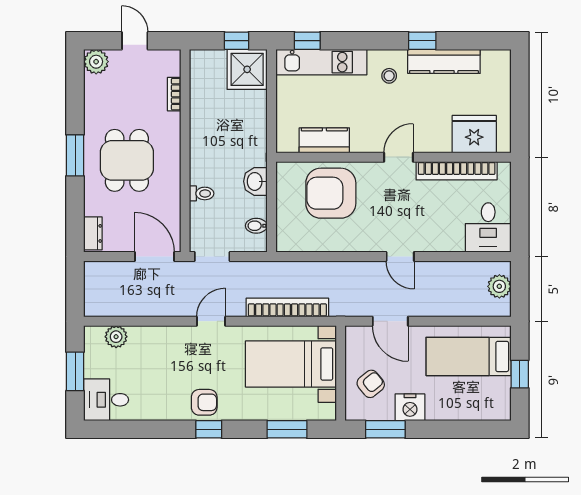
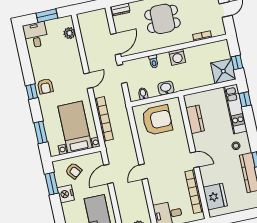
washing machine: (203, 148) -> (177, 57), added
armchair: (331, 193) -> (157, 120), moved, turned 90
door: (211, 321) -> (88, 81), hinge flipped

